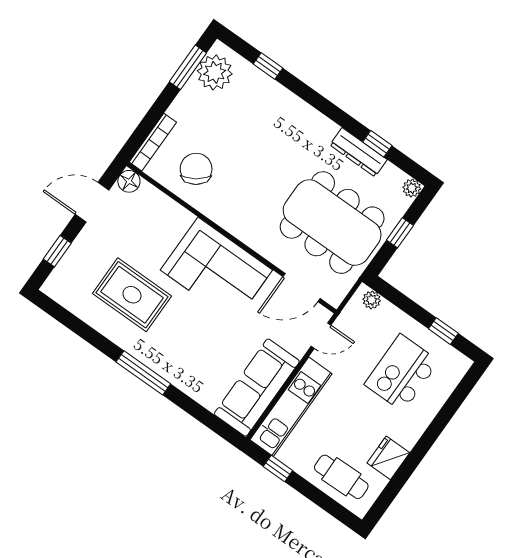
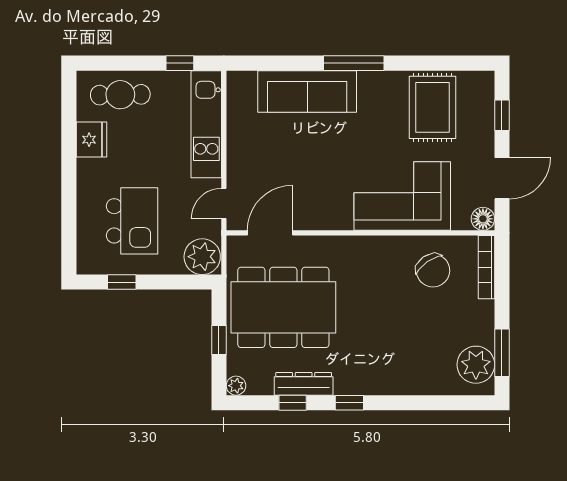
window: (268, 66) -> (349, 403), moved
corner sofa: (216, 270) -> (402, 196), moved
rug: (132, 295) -> (432, 107), moved, turned 90
plant: (372, 300) -> (202, 257), width x1.87, depth x1.87
sofa: (257, 388) -> (307, 91), moved, turned 90

